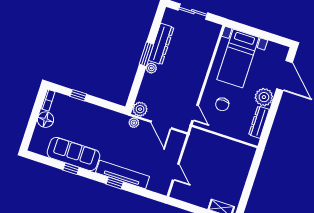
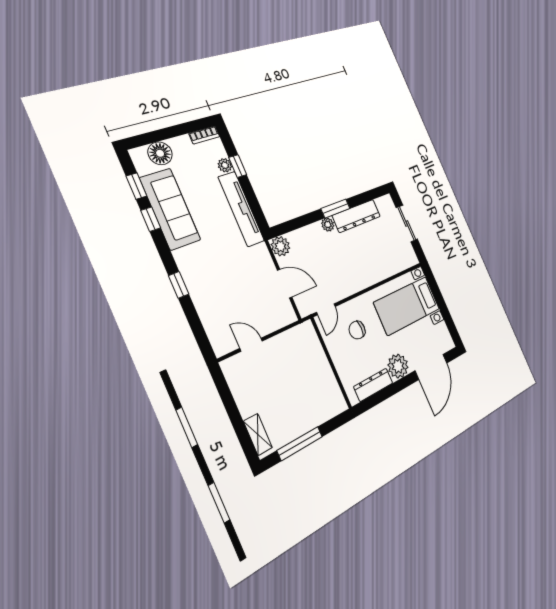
floor lamp: (46, 120) -> (160, 153), moved
plant: (134, 123) -> (225, 165), moved
door: (161, 125) -> (285, 284), swing flipped
window: (49, 161) -> (136, 186), added
door: (176, 172) -> (251, 345), swing flipped
tv unit: (123, 174) -> (241, 209), moved, turned 180
window: (247, 191) -> (300, 444), added

